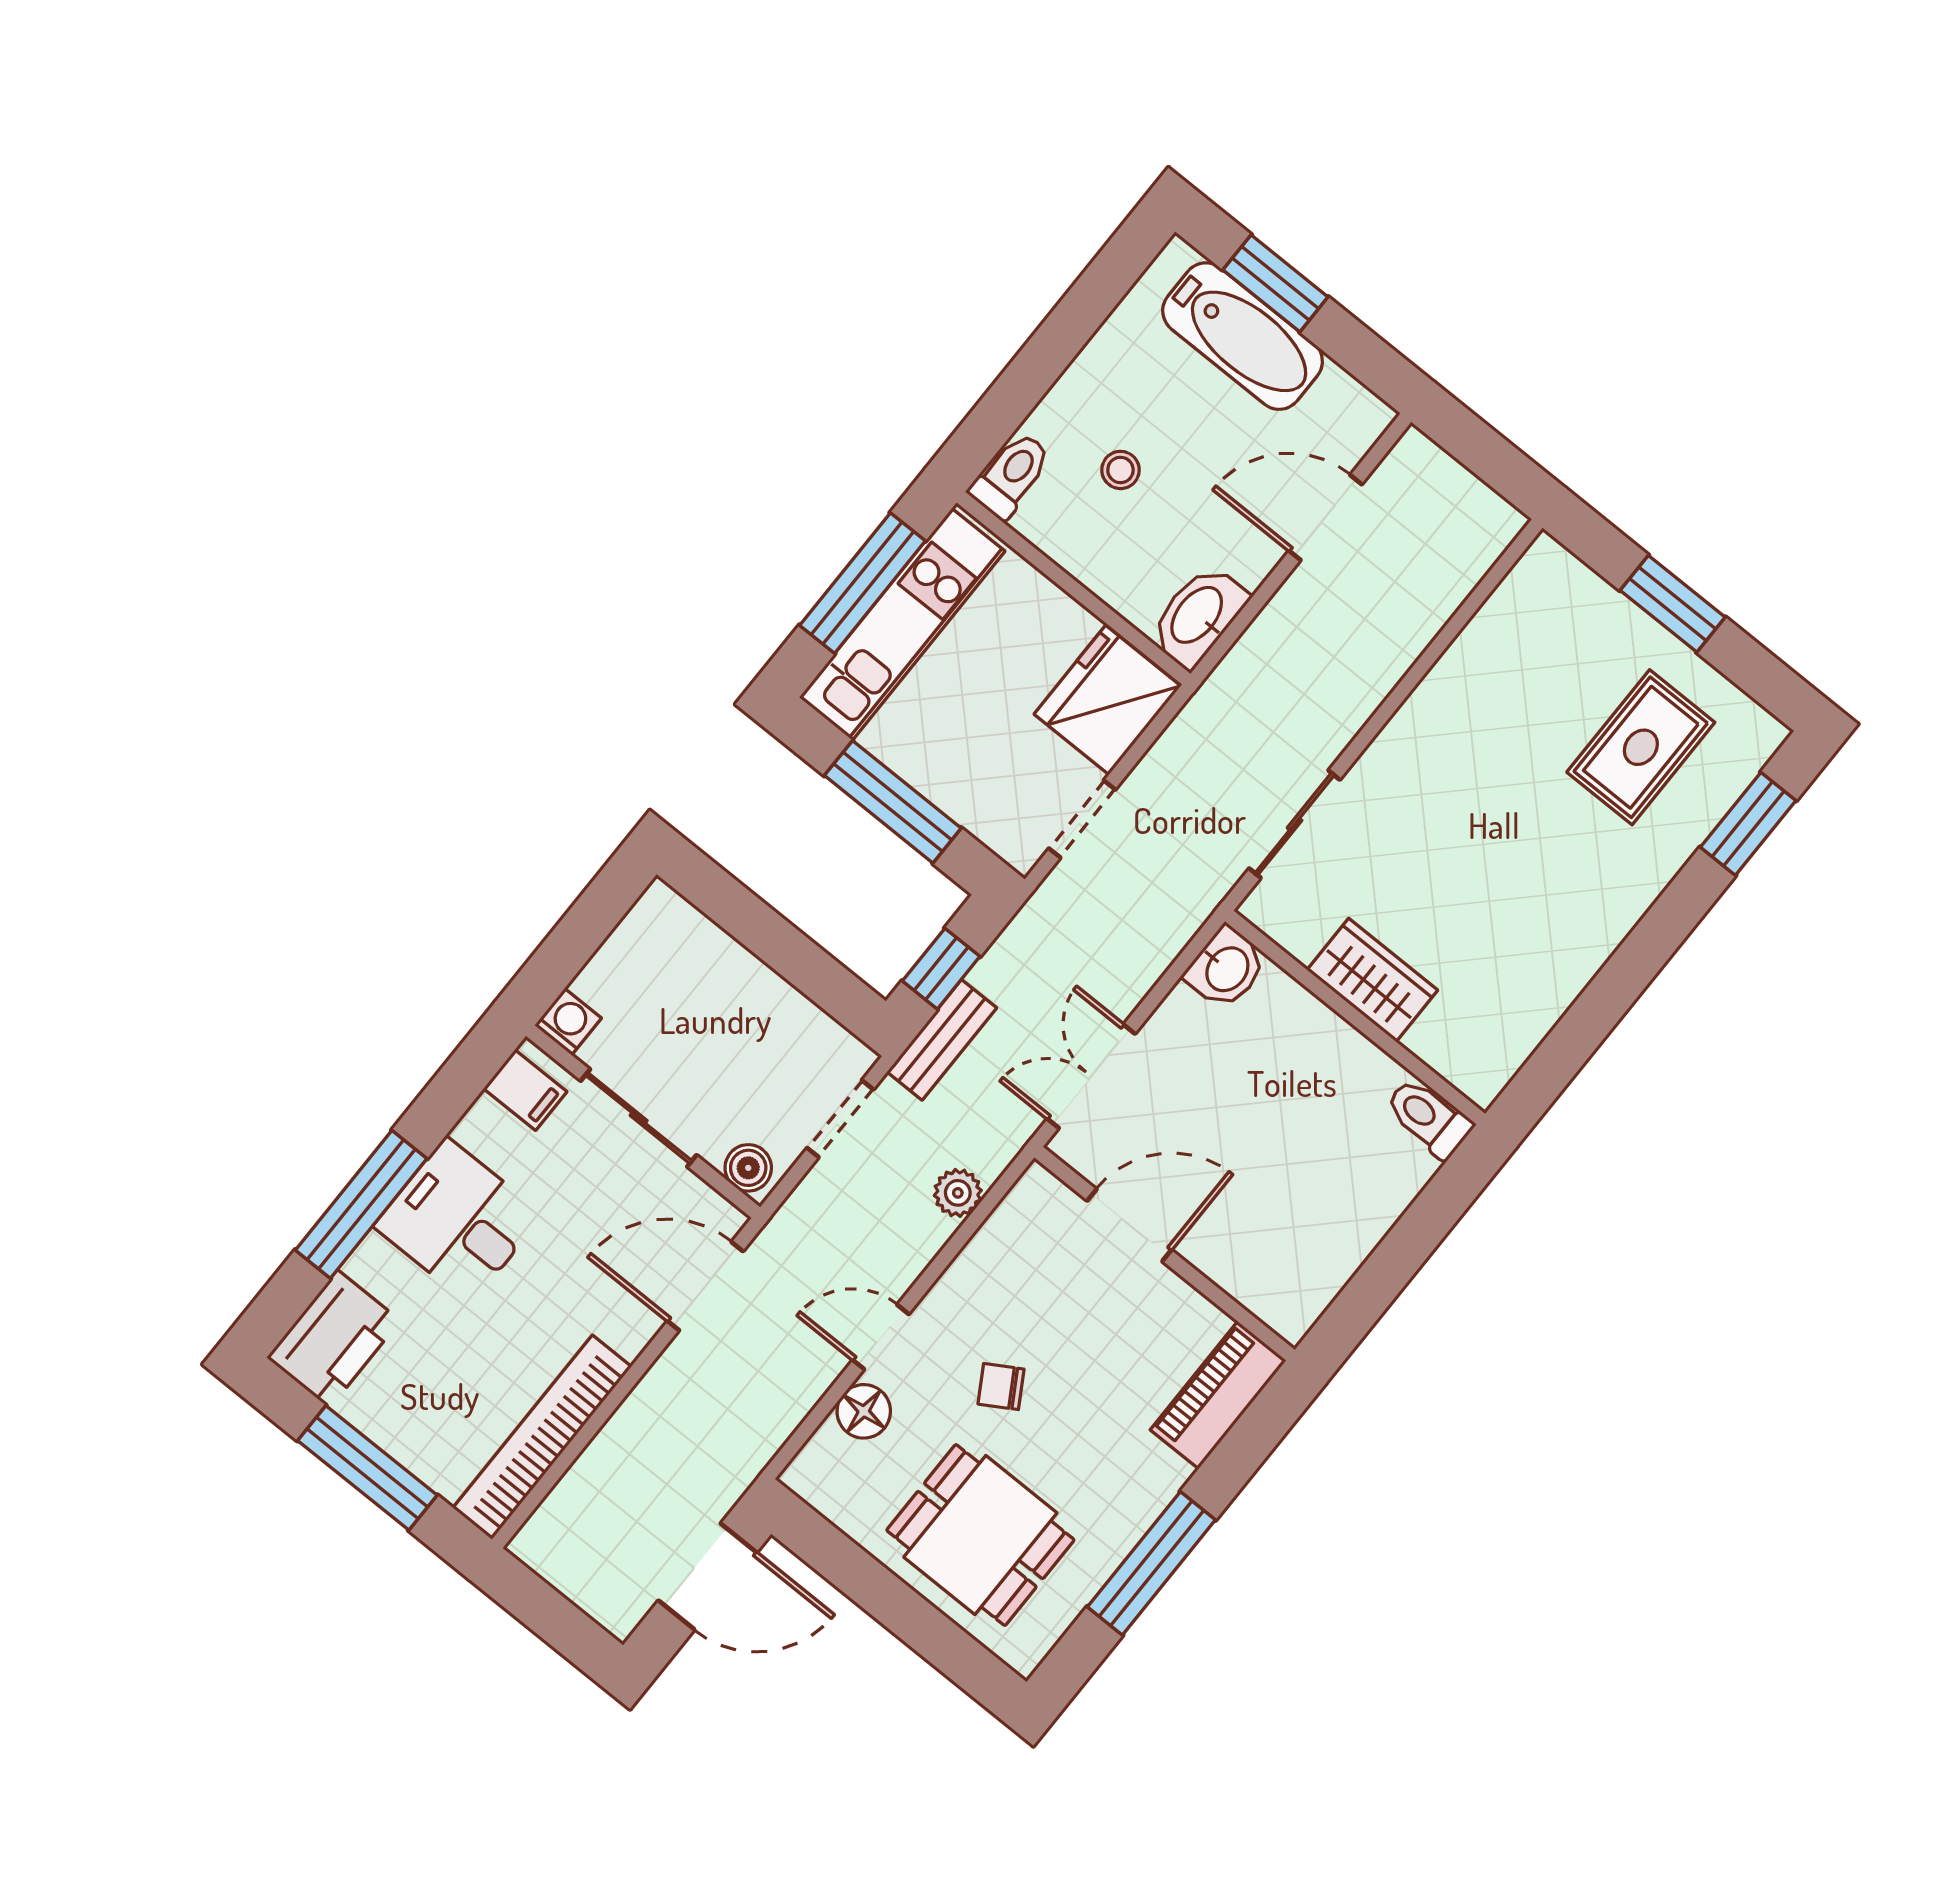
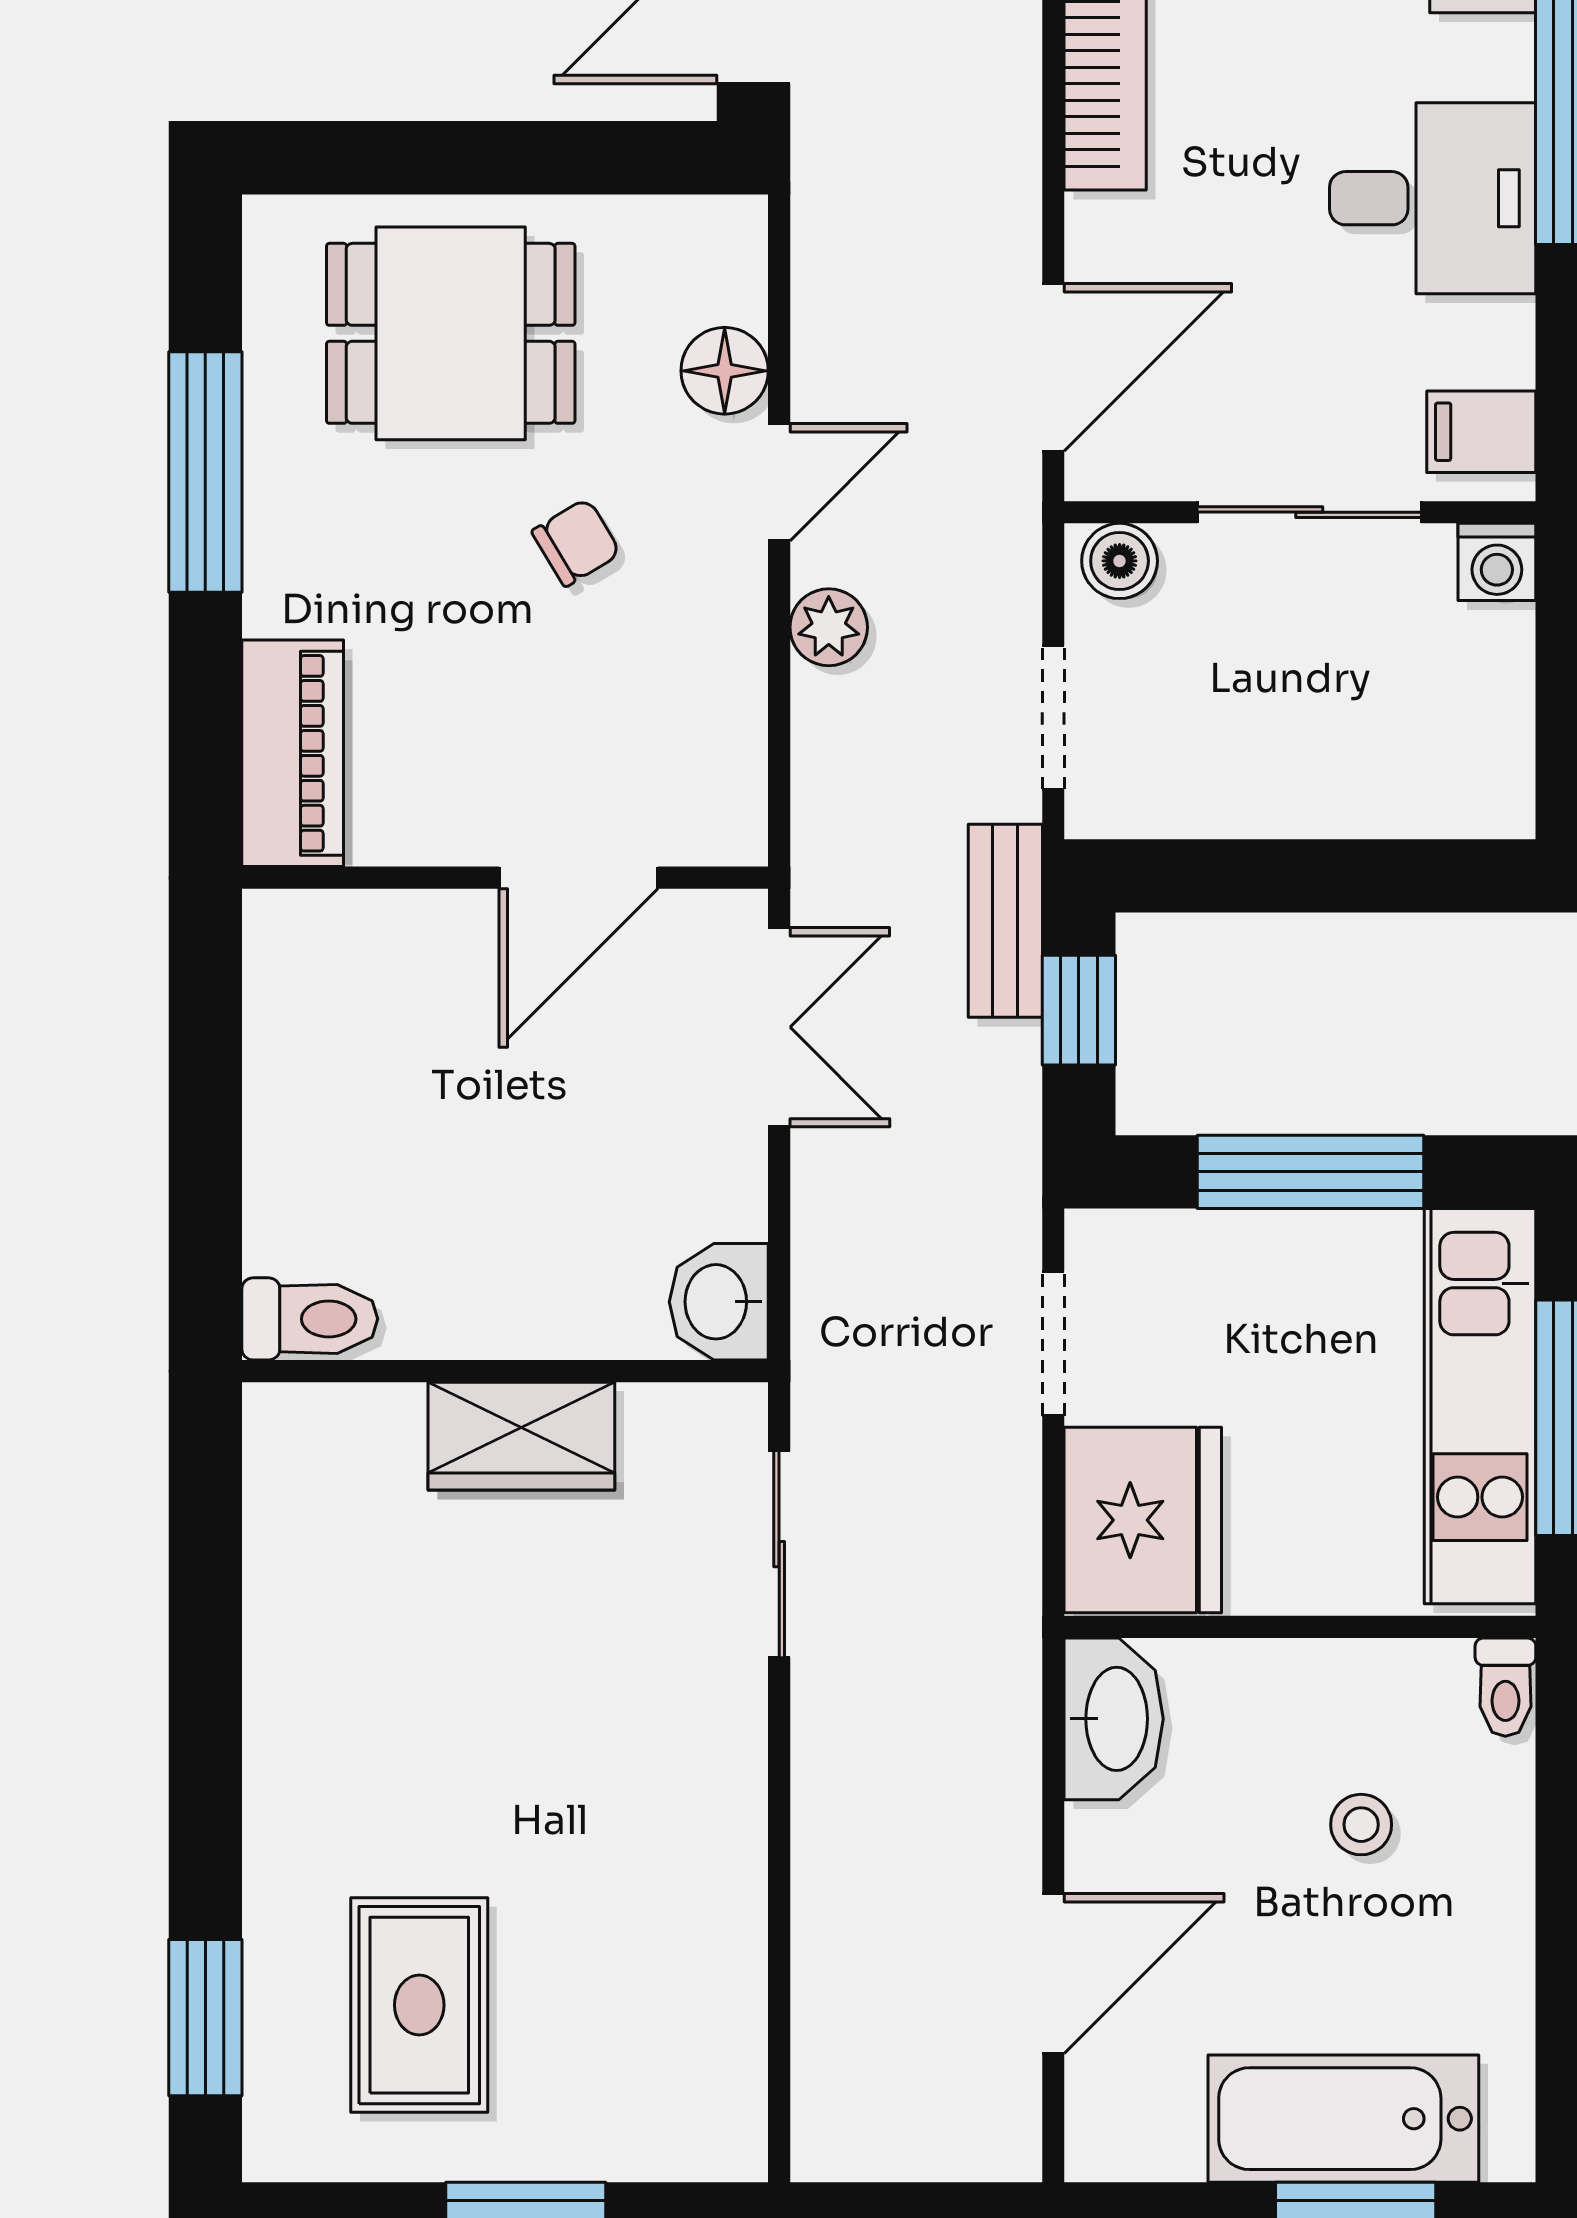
toilet: (1011, 475) -> (1505, 1687), width x0.73, depth x0.72
plant: (958, 1193) -> (829, 627), moved

